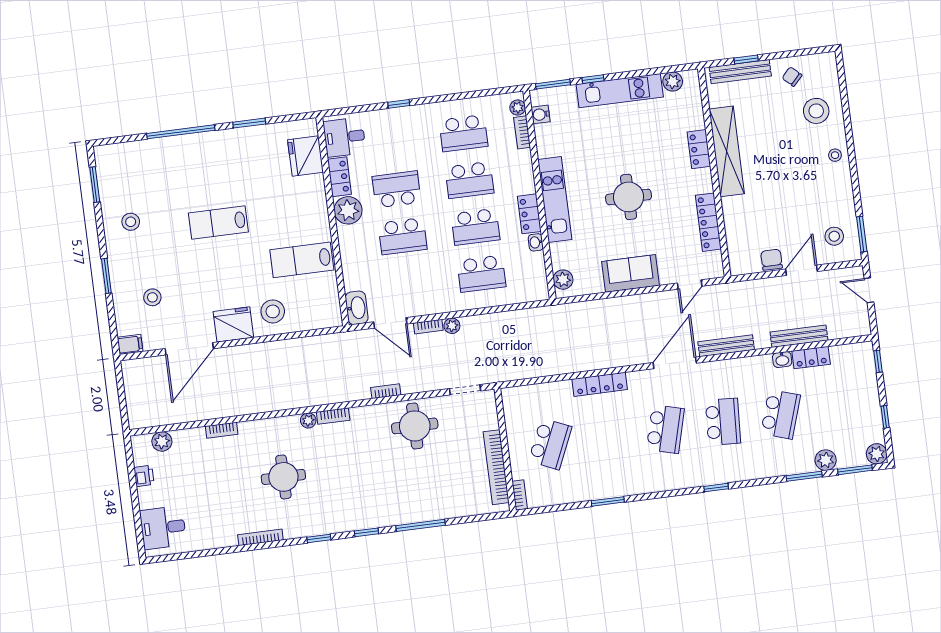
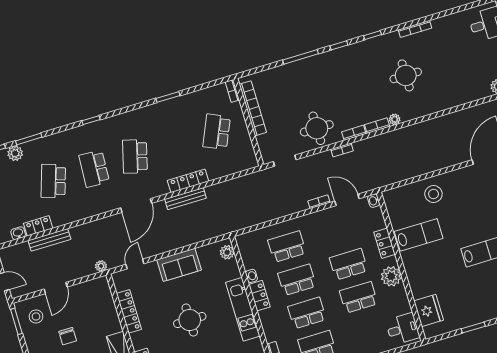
locker: (339, 177) -> (385, 243), moved
school desk: (397, 189) -> (359, 297), turned 180
chair: (772, 260) -> (68, 336), moved
washbasin: (357, 308) -> (374, 201), width x0.52, depth x0.69
fridge: (233, 324) -> (460, 180), removed
plant: (452, 326) -> (101, 266), moved
bench: (726, 346) -> (186, 199), moved
washbasin: (782, 360) -> (18, 233), moved
bookcase: (222, 430) -> (354, 133), moved

